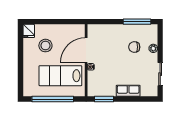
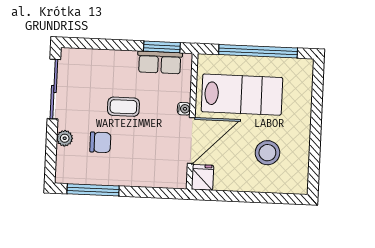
fridge: (29, 31) -> (202, 177), moved
coffee table: (123, 66) -> (123, 107), added
sliding door: (160, 74) -> (54, 89), width x1.37
row of seats: (128, 91) -> (160, 62), moved

